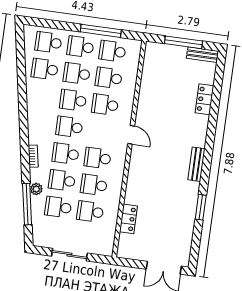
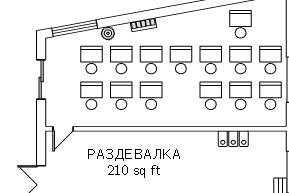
school desk: (48, 42) -> (270, 24), removed
door: (131, 135) -> (63, 129), moved
window: (27, 204) -> (75, 28), moved
locker: (128, 219) -> (233, 139), moved

